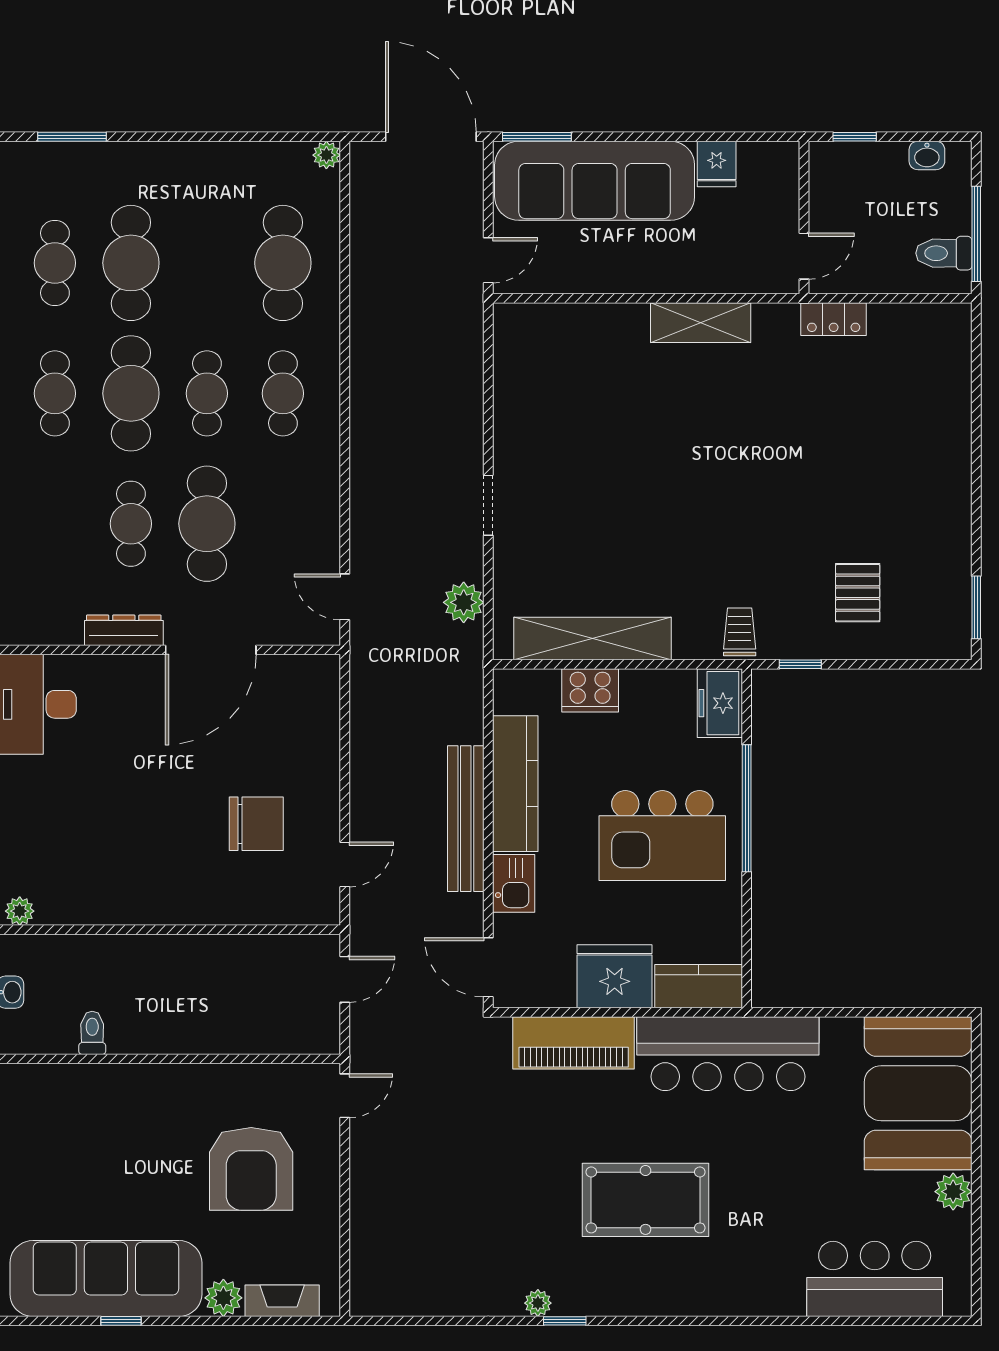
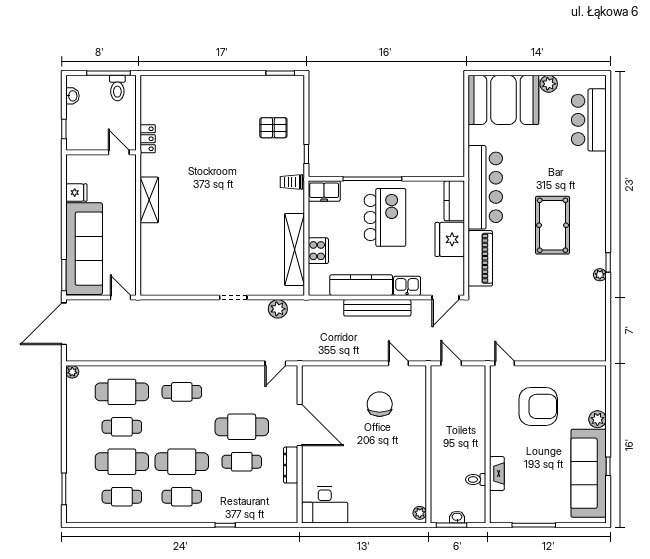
cafe table: (207, 393) -> (122, 427), moved
fireplace: (282, 1301) -> (497, 474), moved, turned 180

